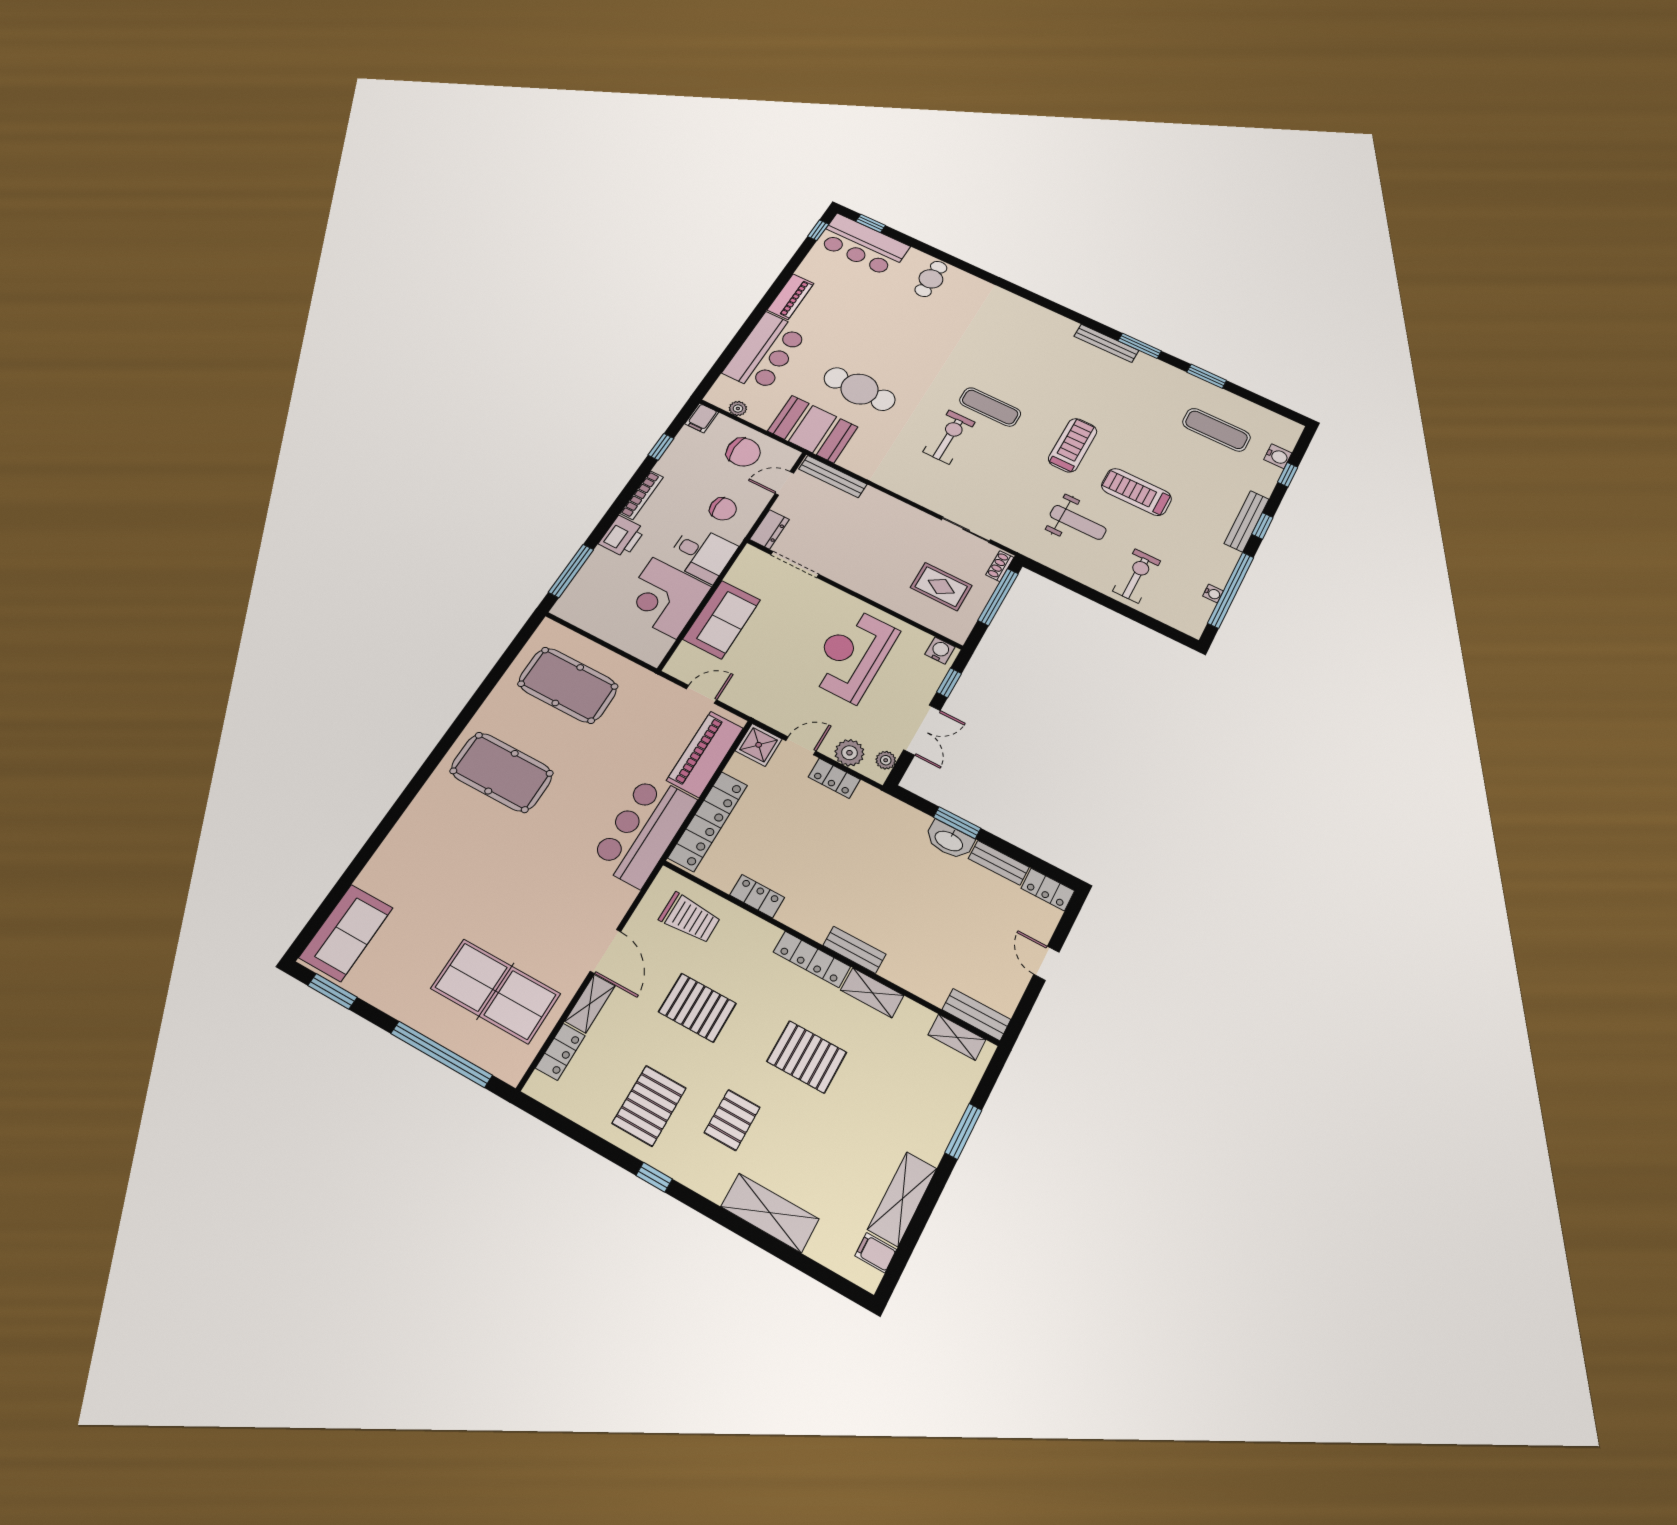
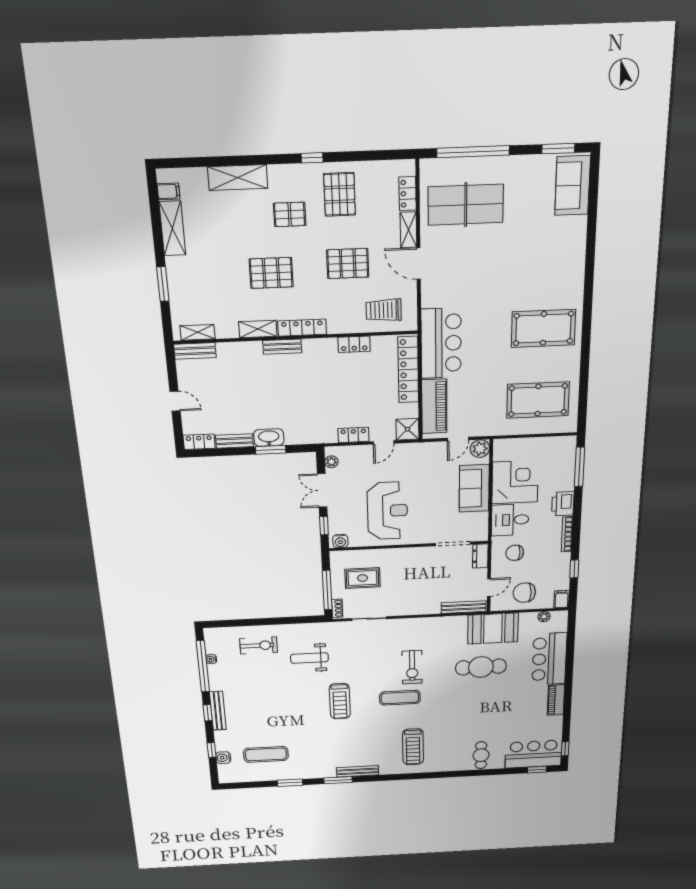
treadmill: (1136, 492) -> (413, 747), moved, turned 90
exercise bike: (1137, 576) -> (259, 645), turned -90
plant: (849, 753) -> (480, 449), moved
pallet: (732, 1120) -> (290, 214), turned 90

